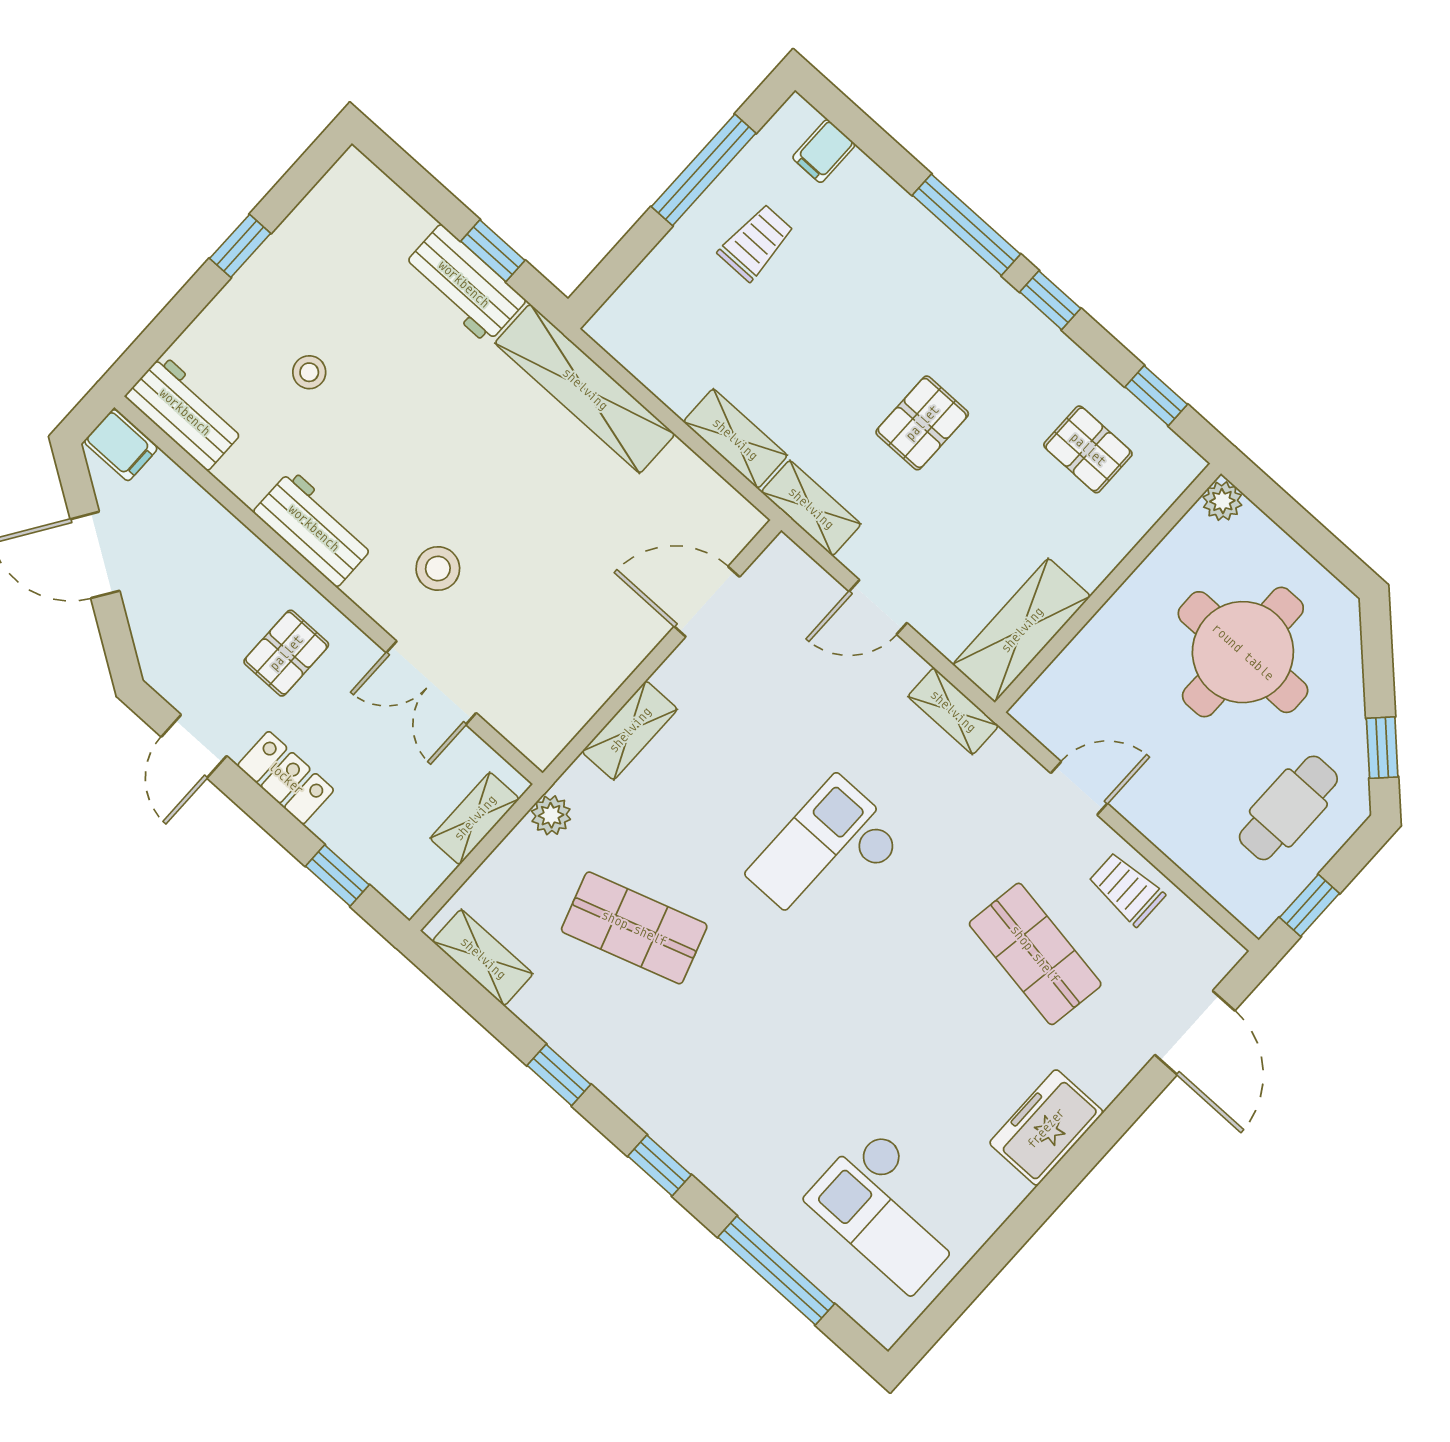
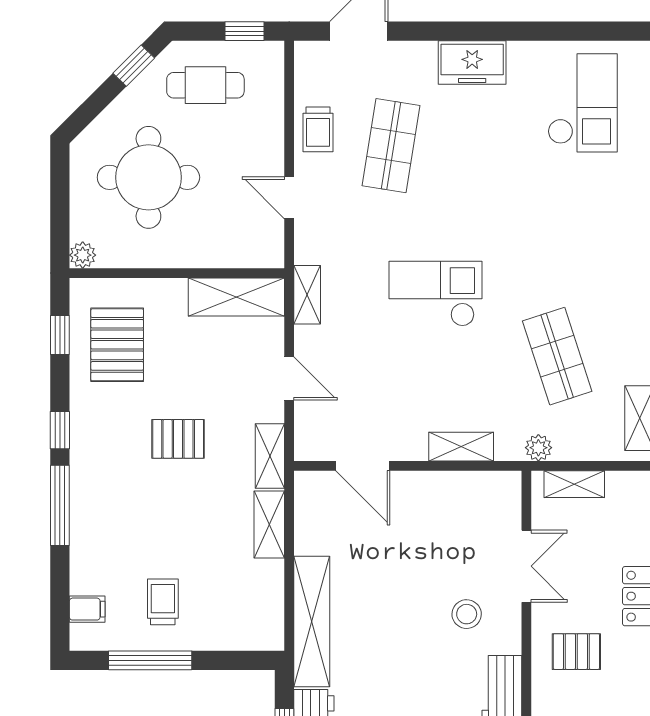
trolley: (756, 243) -> (163, 602), turned 90
pallet: (1088, 449) -> (117, 345), width x1.50, depth x1.42
checkout: (826, 855) -> (436, 294), turned 180

